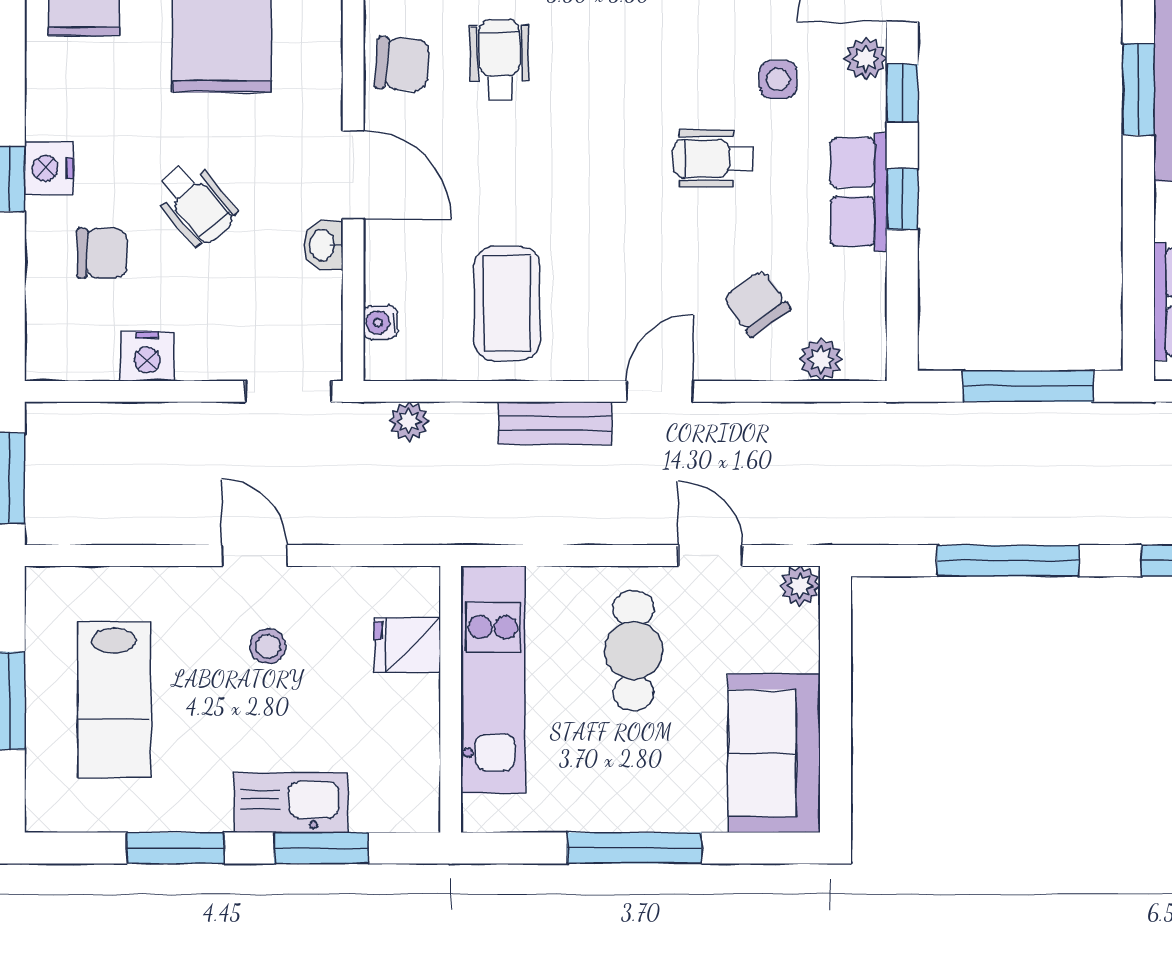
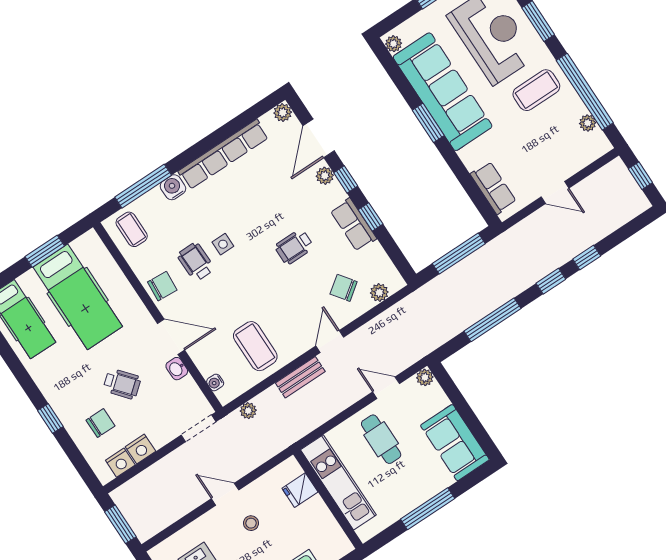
side table: (778, 79) -> (223, 244), moved
nightstand: (49, 168) -> (120, 463), moved, turned -90

